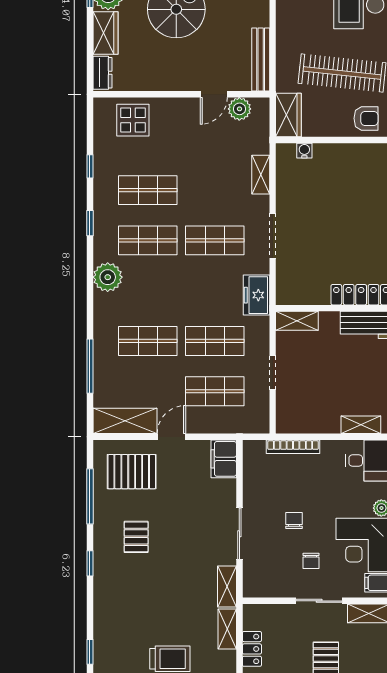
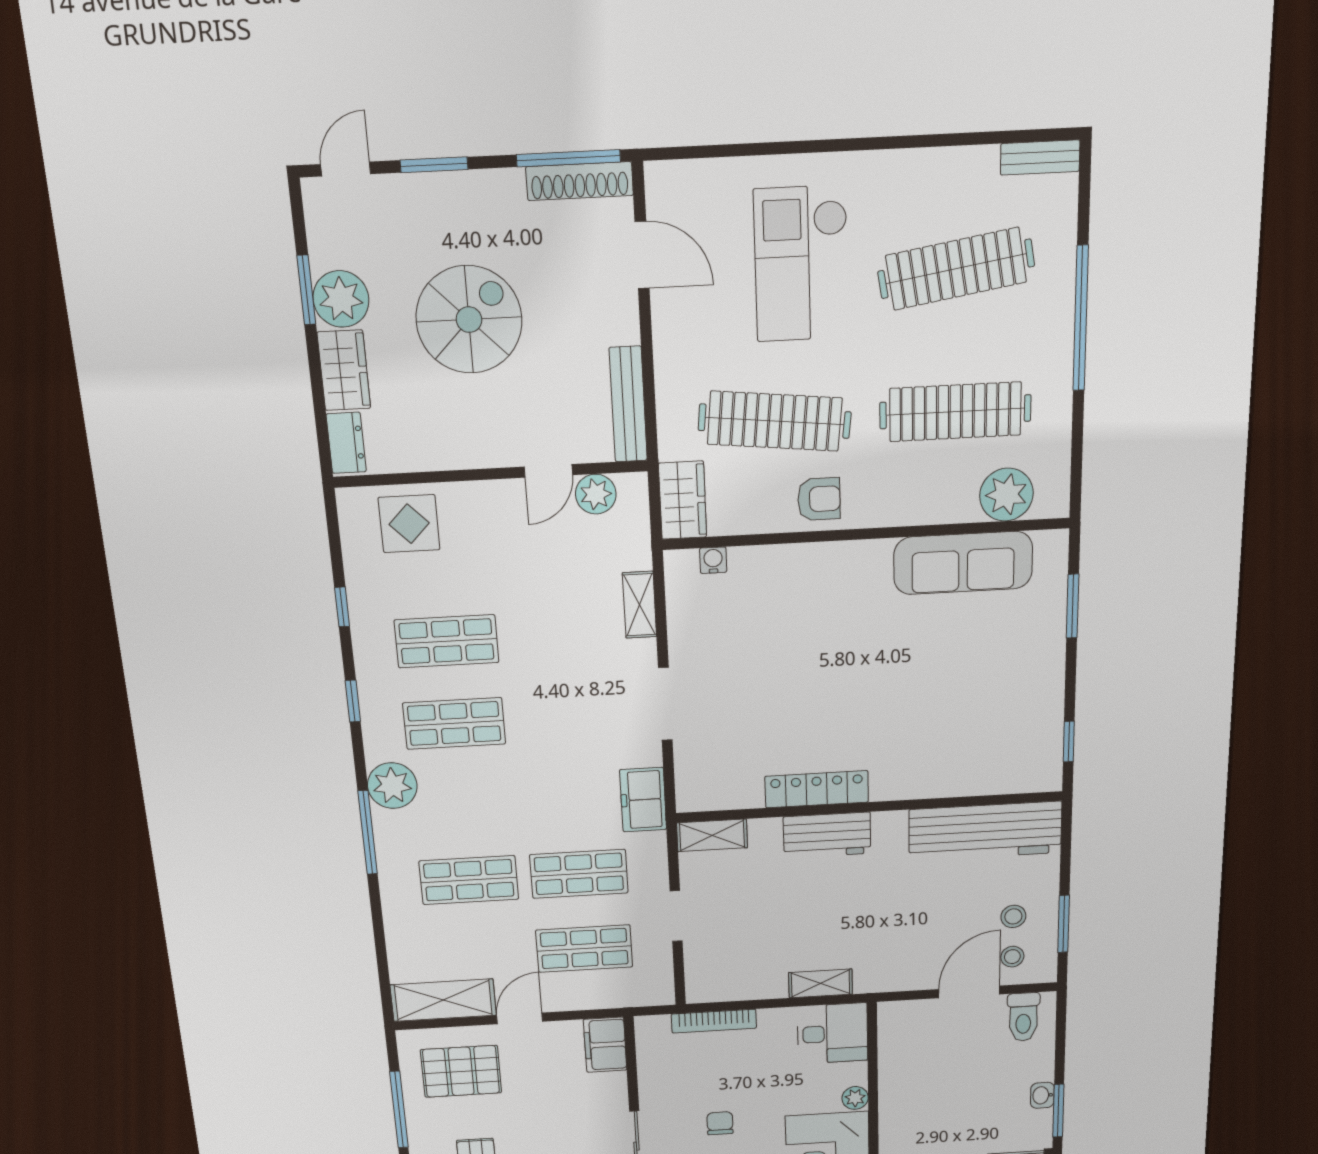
shop shelf: (215, 240) -> (568, 717), removed
window: (90, 366) -> (368, 833), moved

